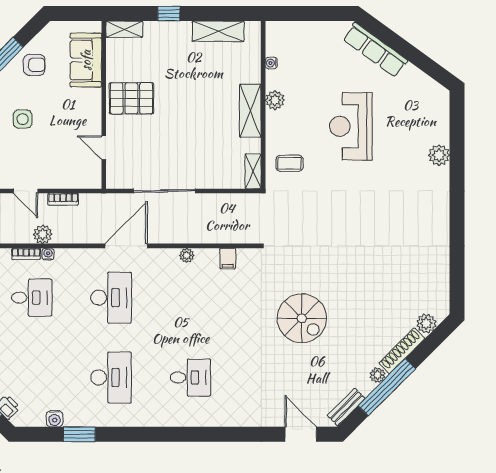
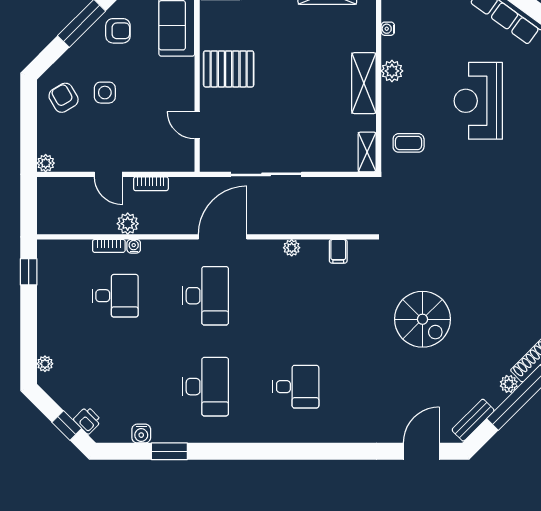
door: (301, 434) -> (421, 451), hinge flipped

